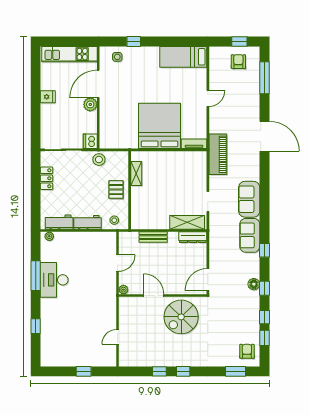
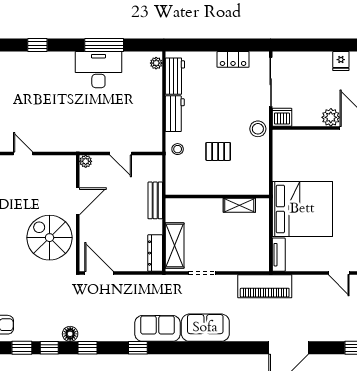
shelving: (136, 174) -> (239, 205), moved
wall: (130, 190) -> (217, 196), moved
floor lamp: (254, 284) -> (70, 334), moved

